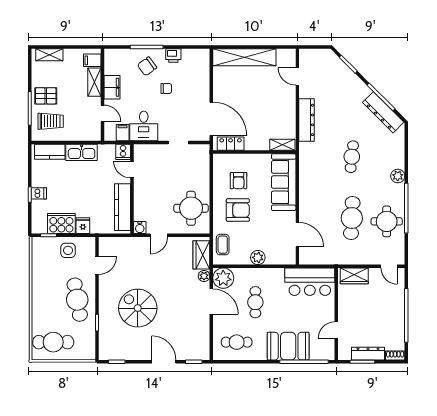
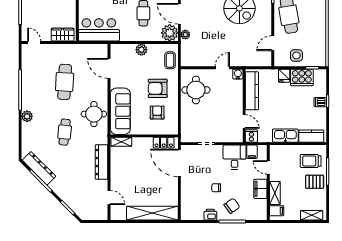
round table: (387, 221) -> (94, 114), moved
wardrobe: (201, 255) -> (187, 52), removed

